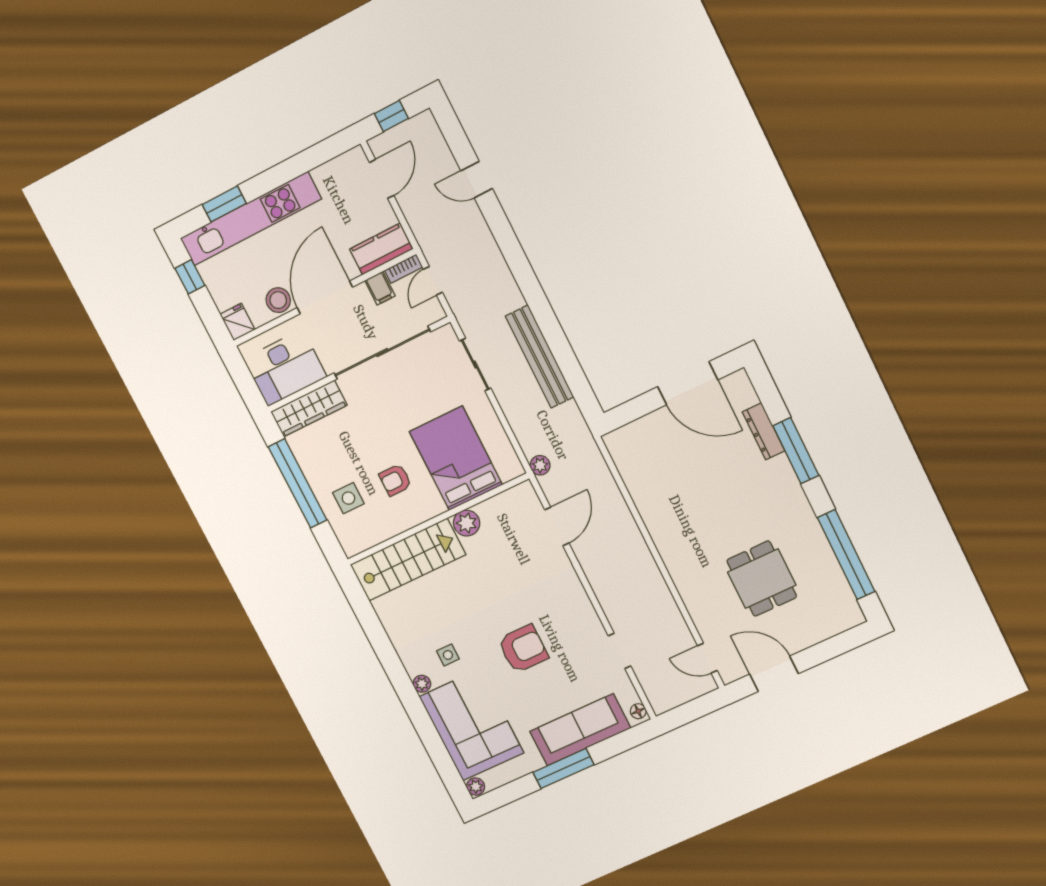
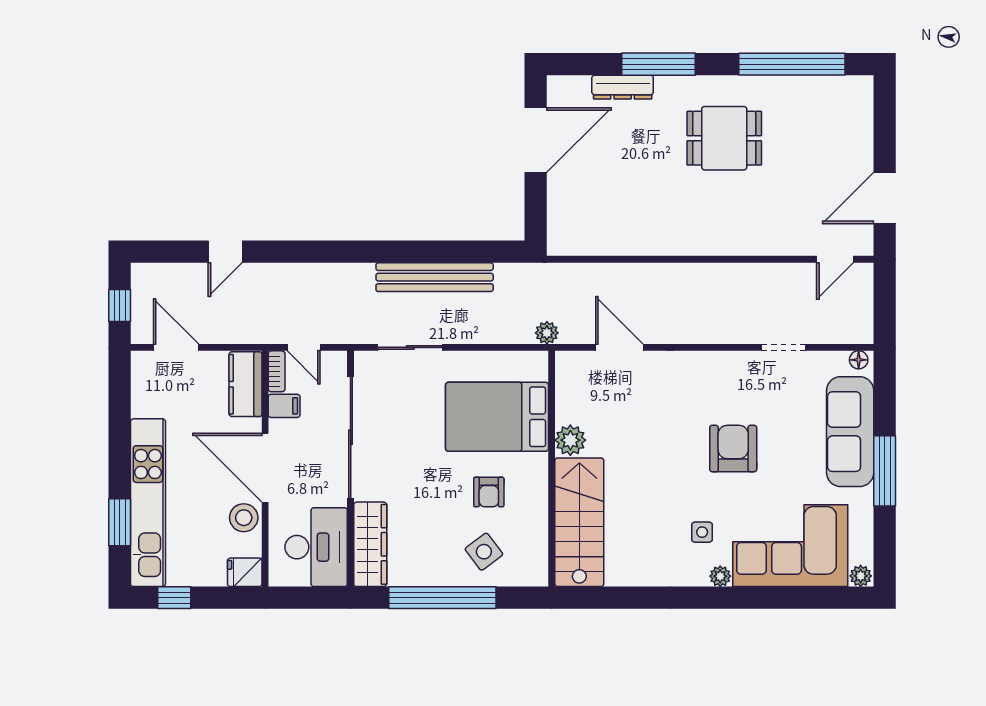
side table: (348, 498) -> (484, 552), turned -37
dining table: (762, 579) -> (724, 138), moved

